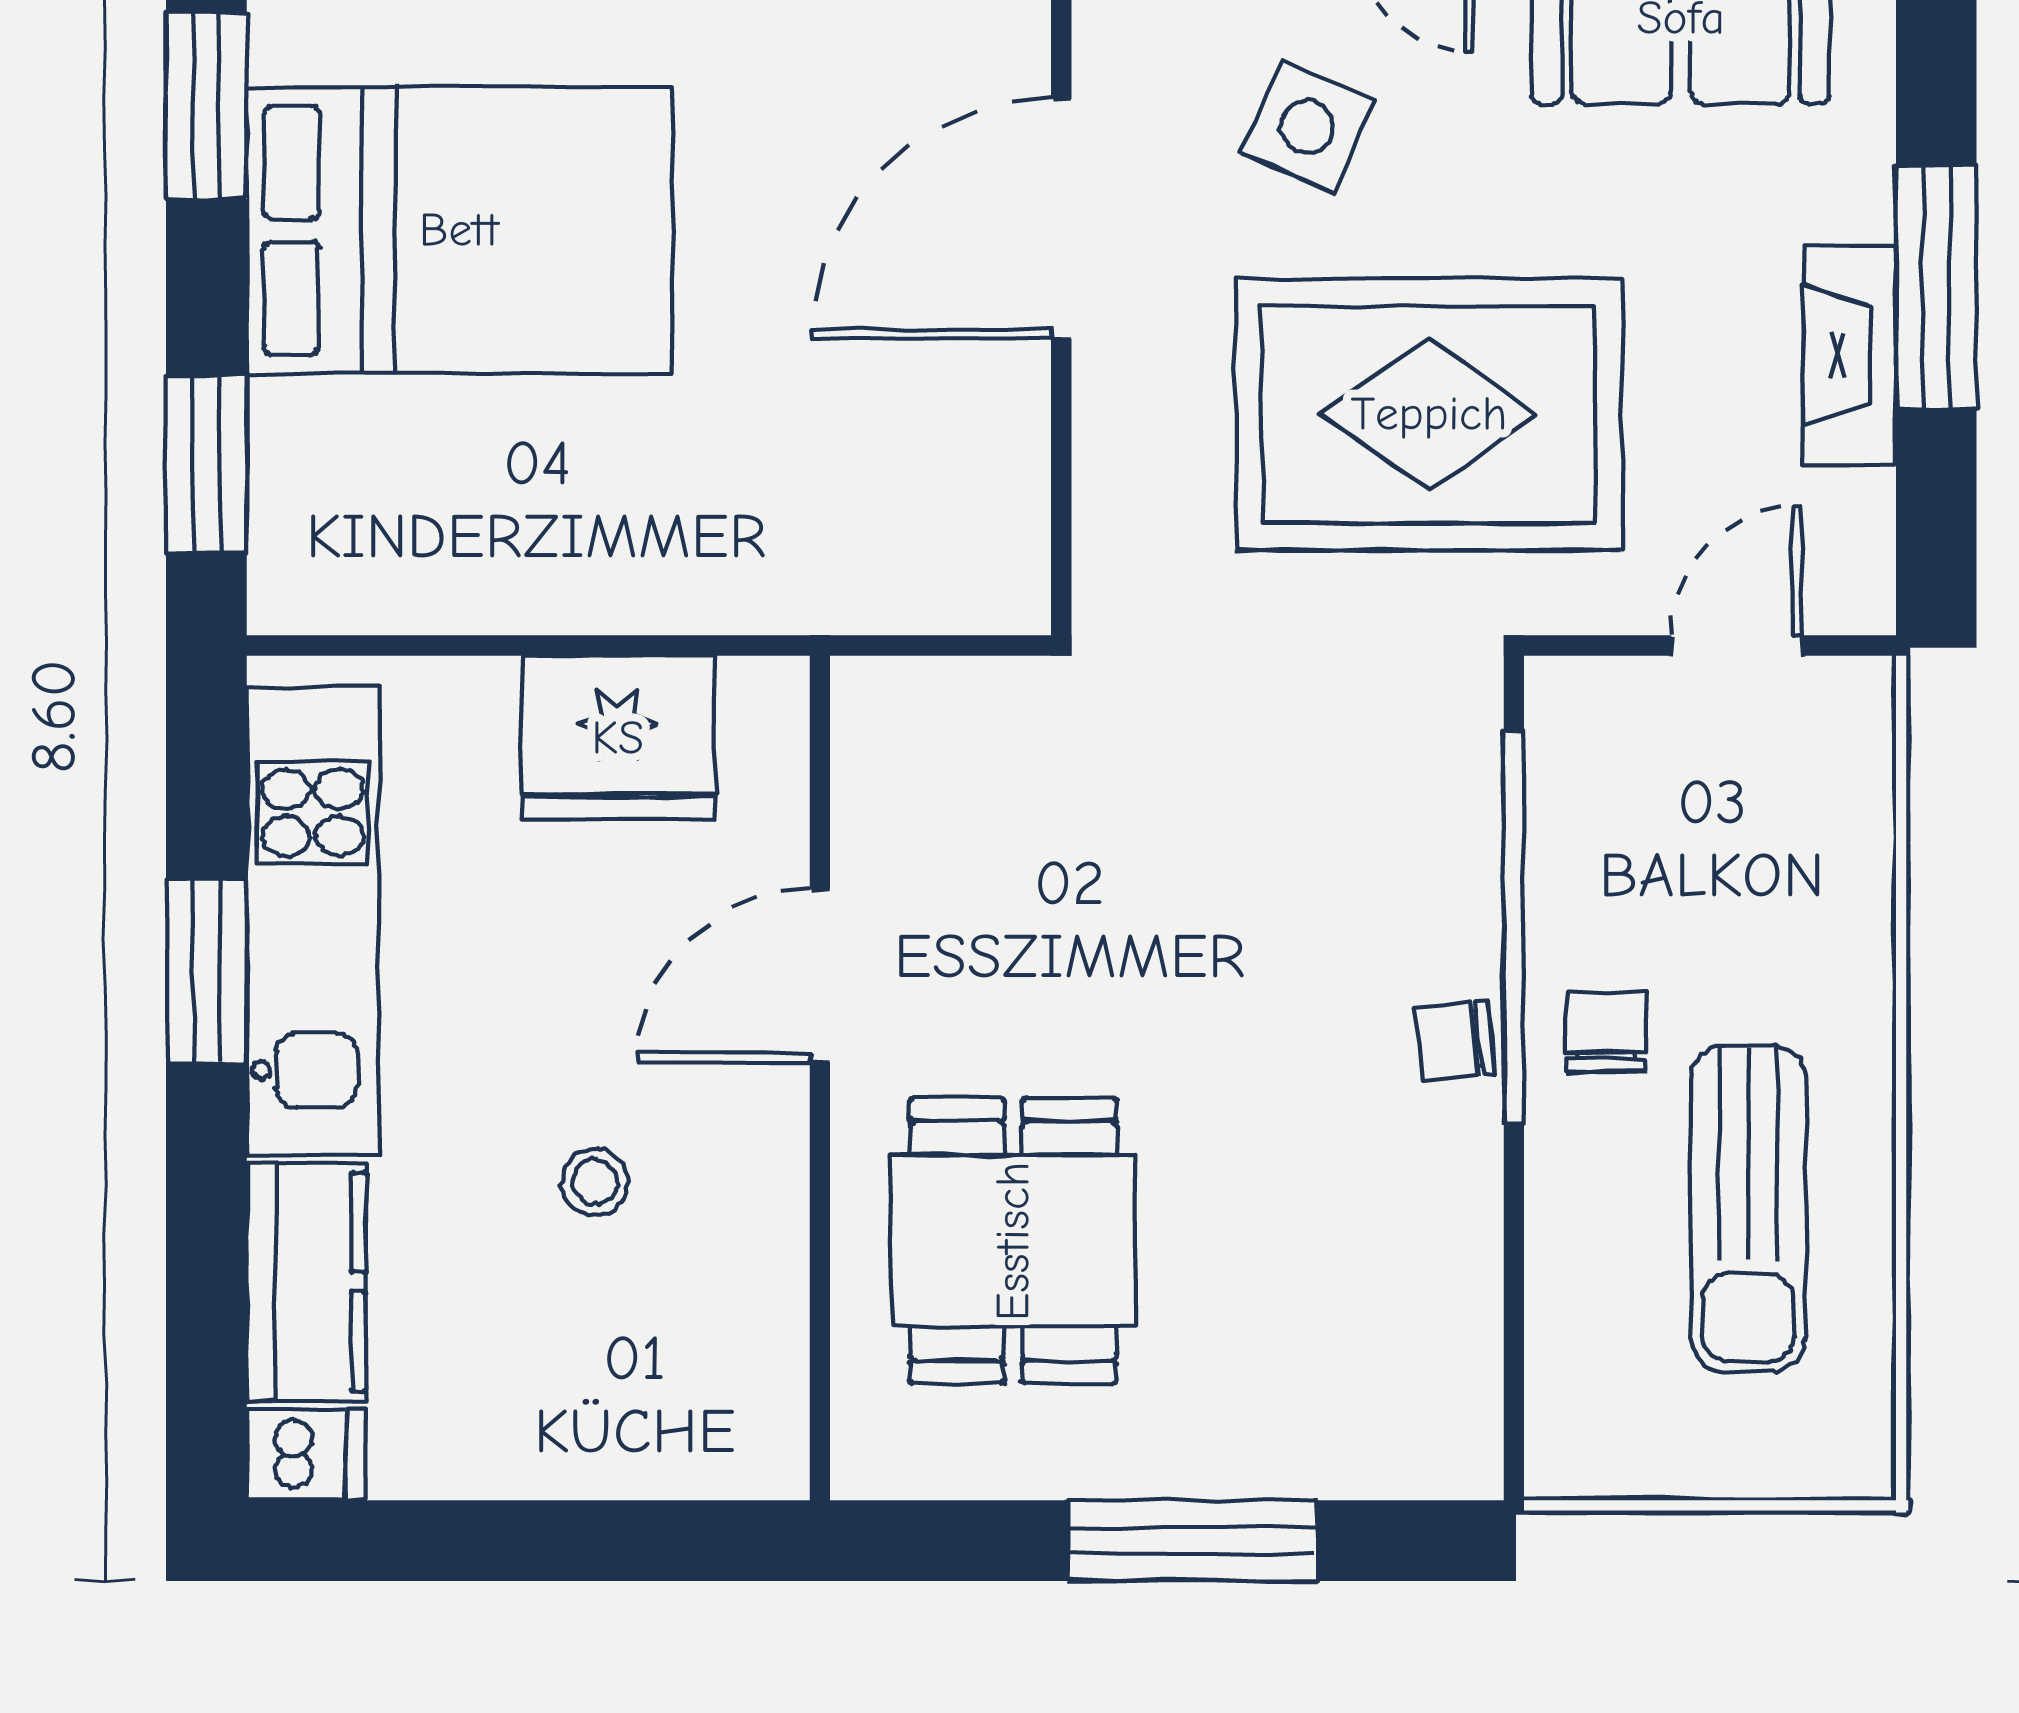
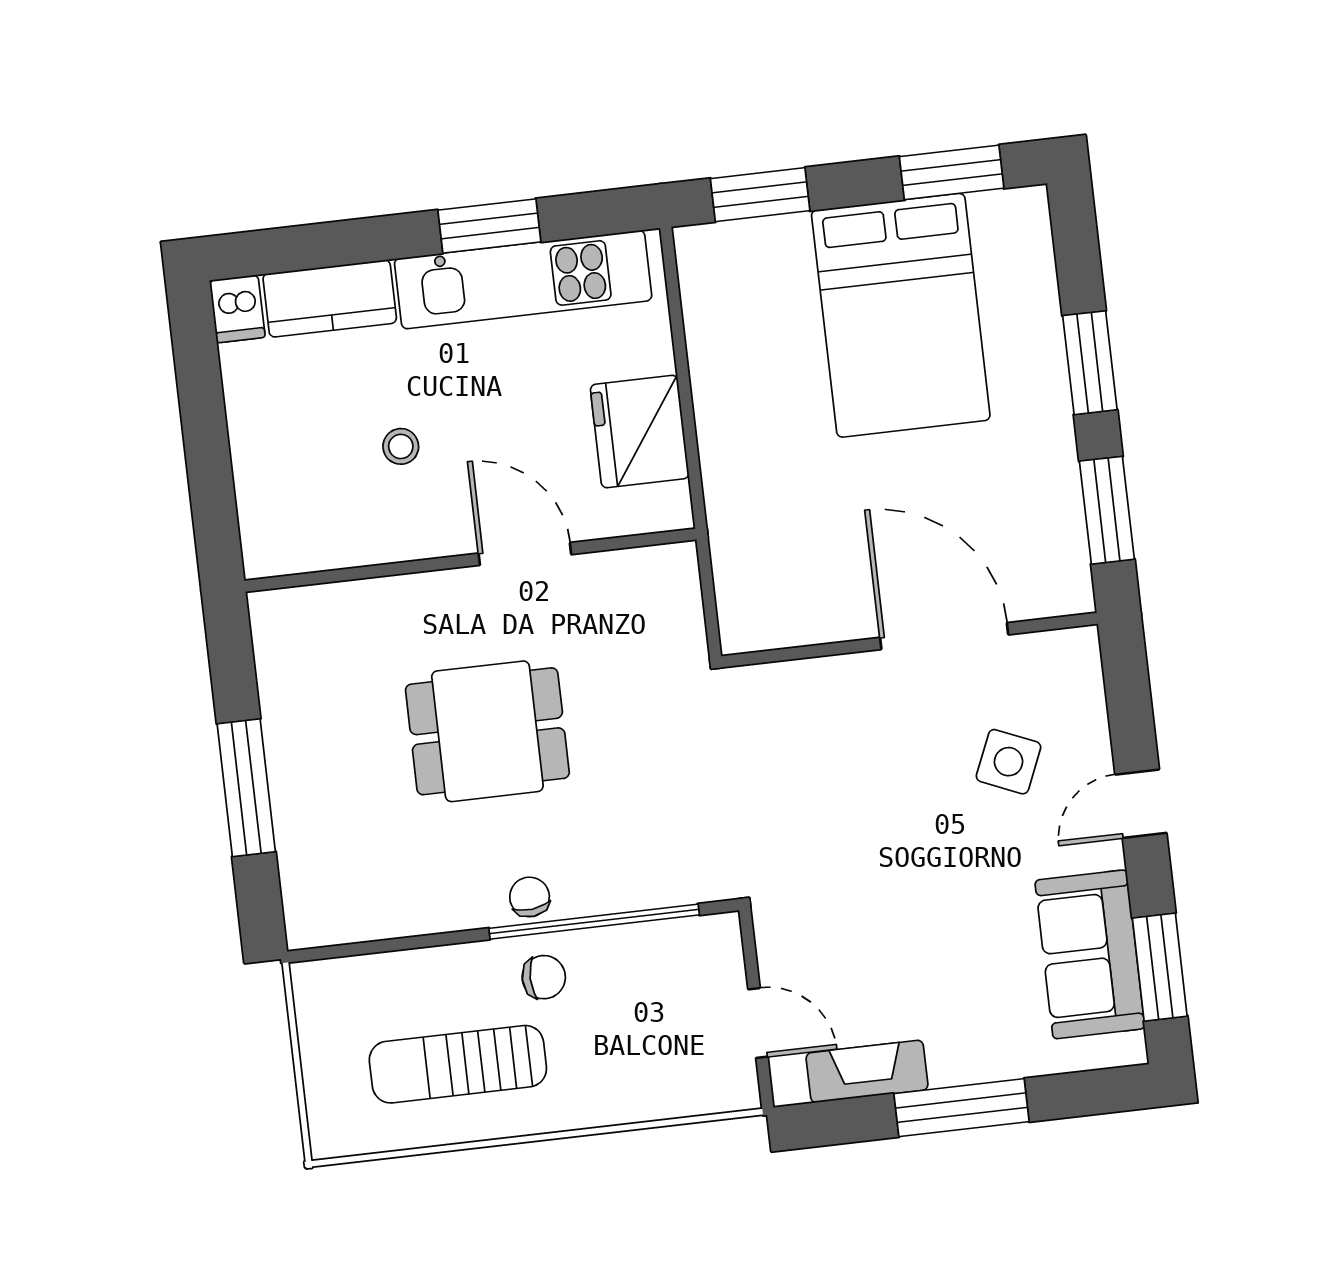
fireplace: (1849, 355) -> (867, 1071), moved
rug: (1429, 414) -> (862, 844), removed
dining table: (1013, 1241) -> (487, 731), moved

